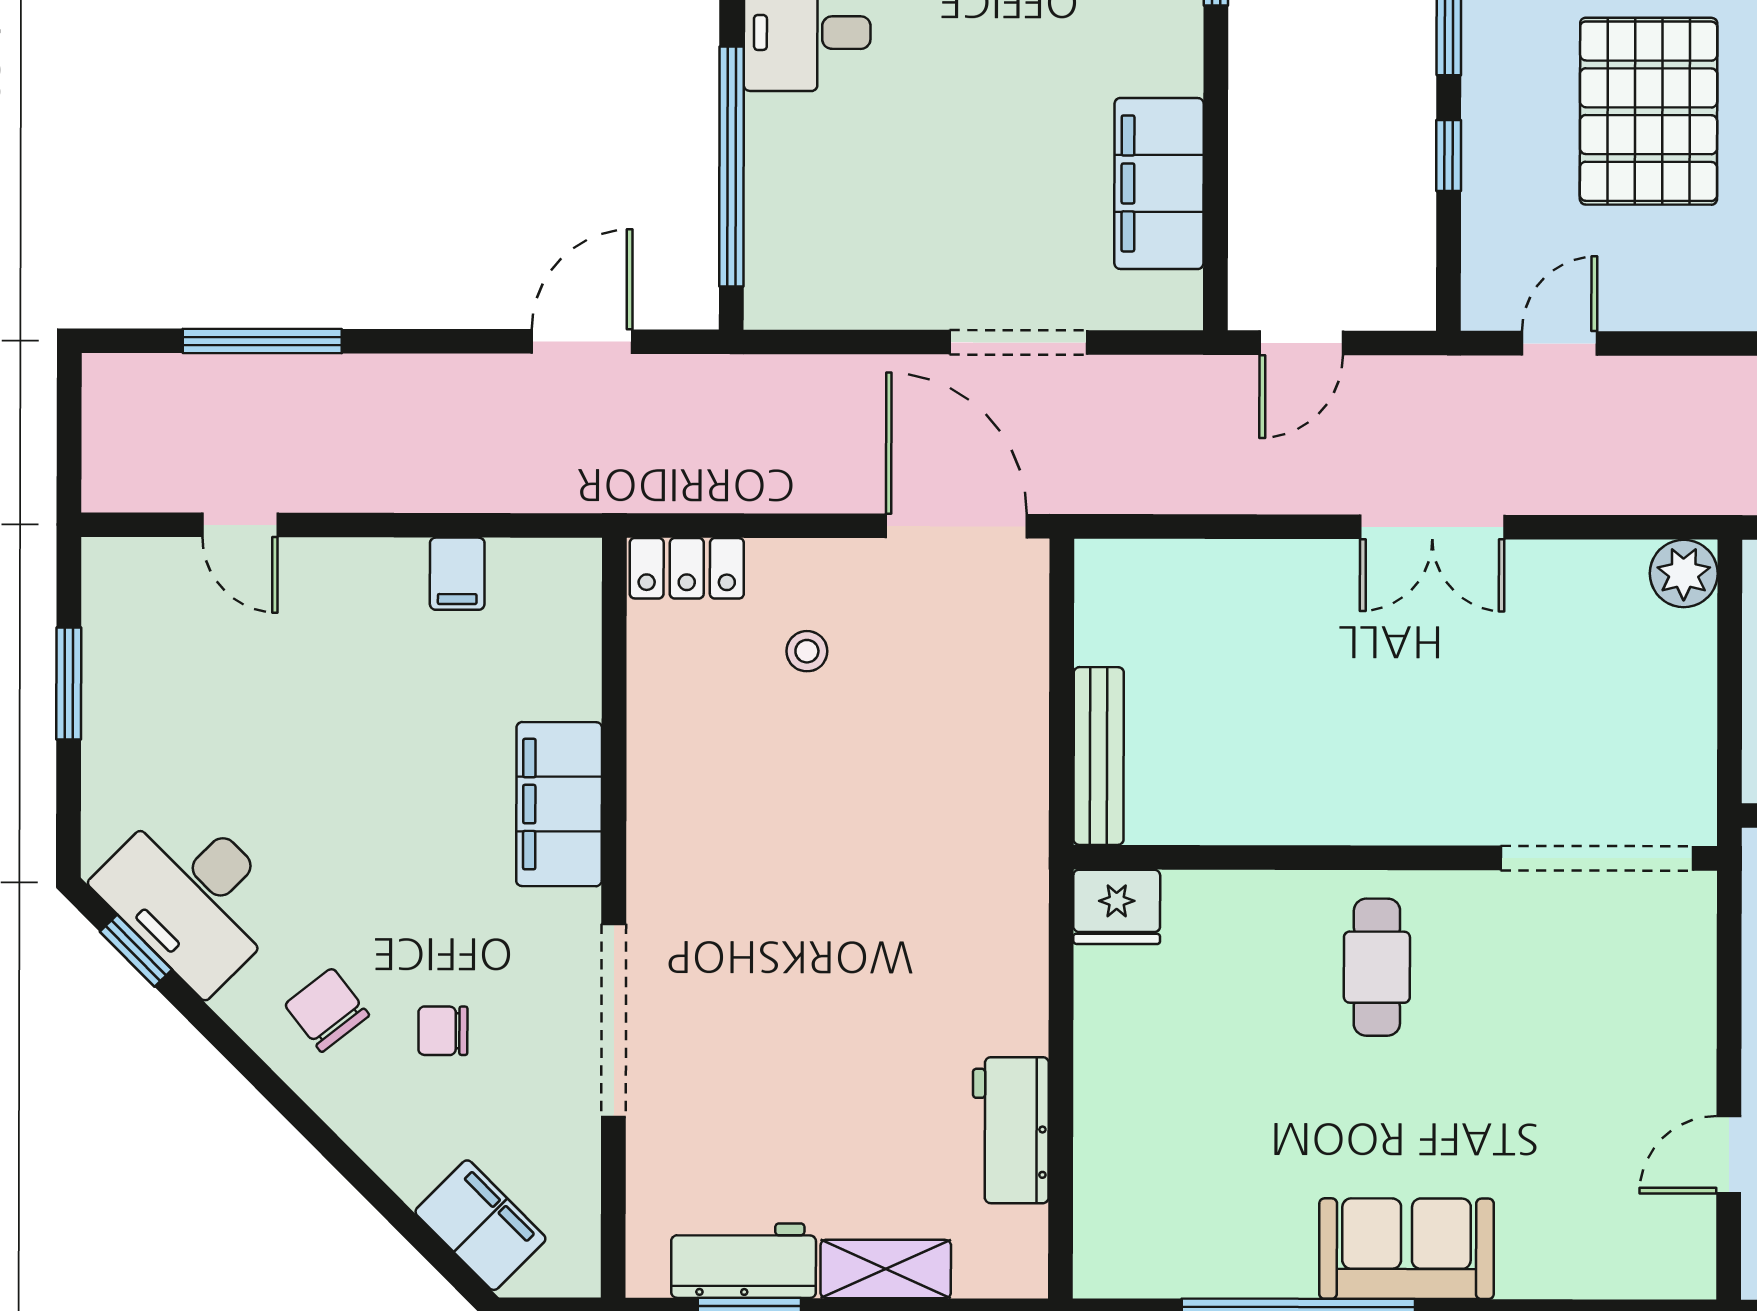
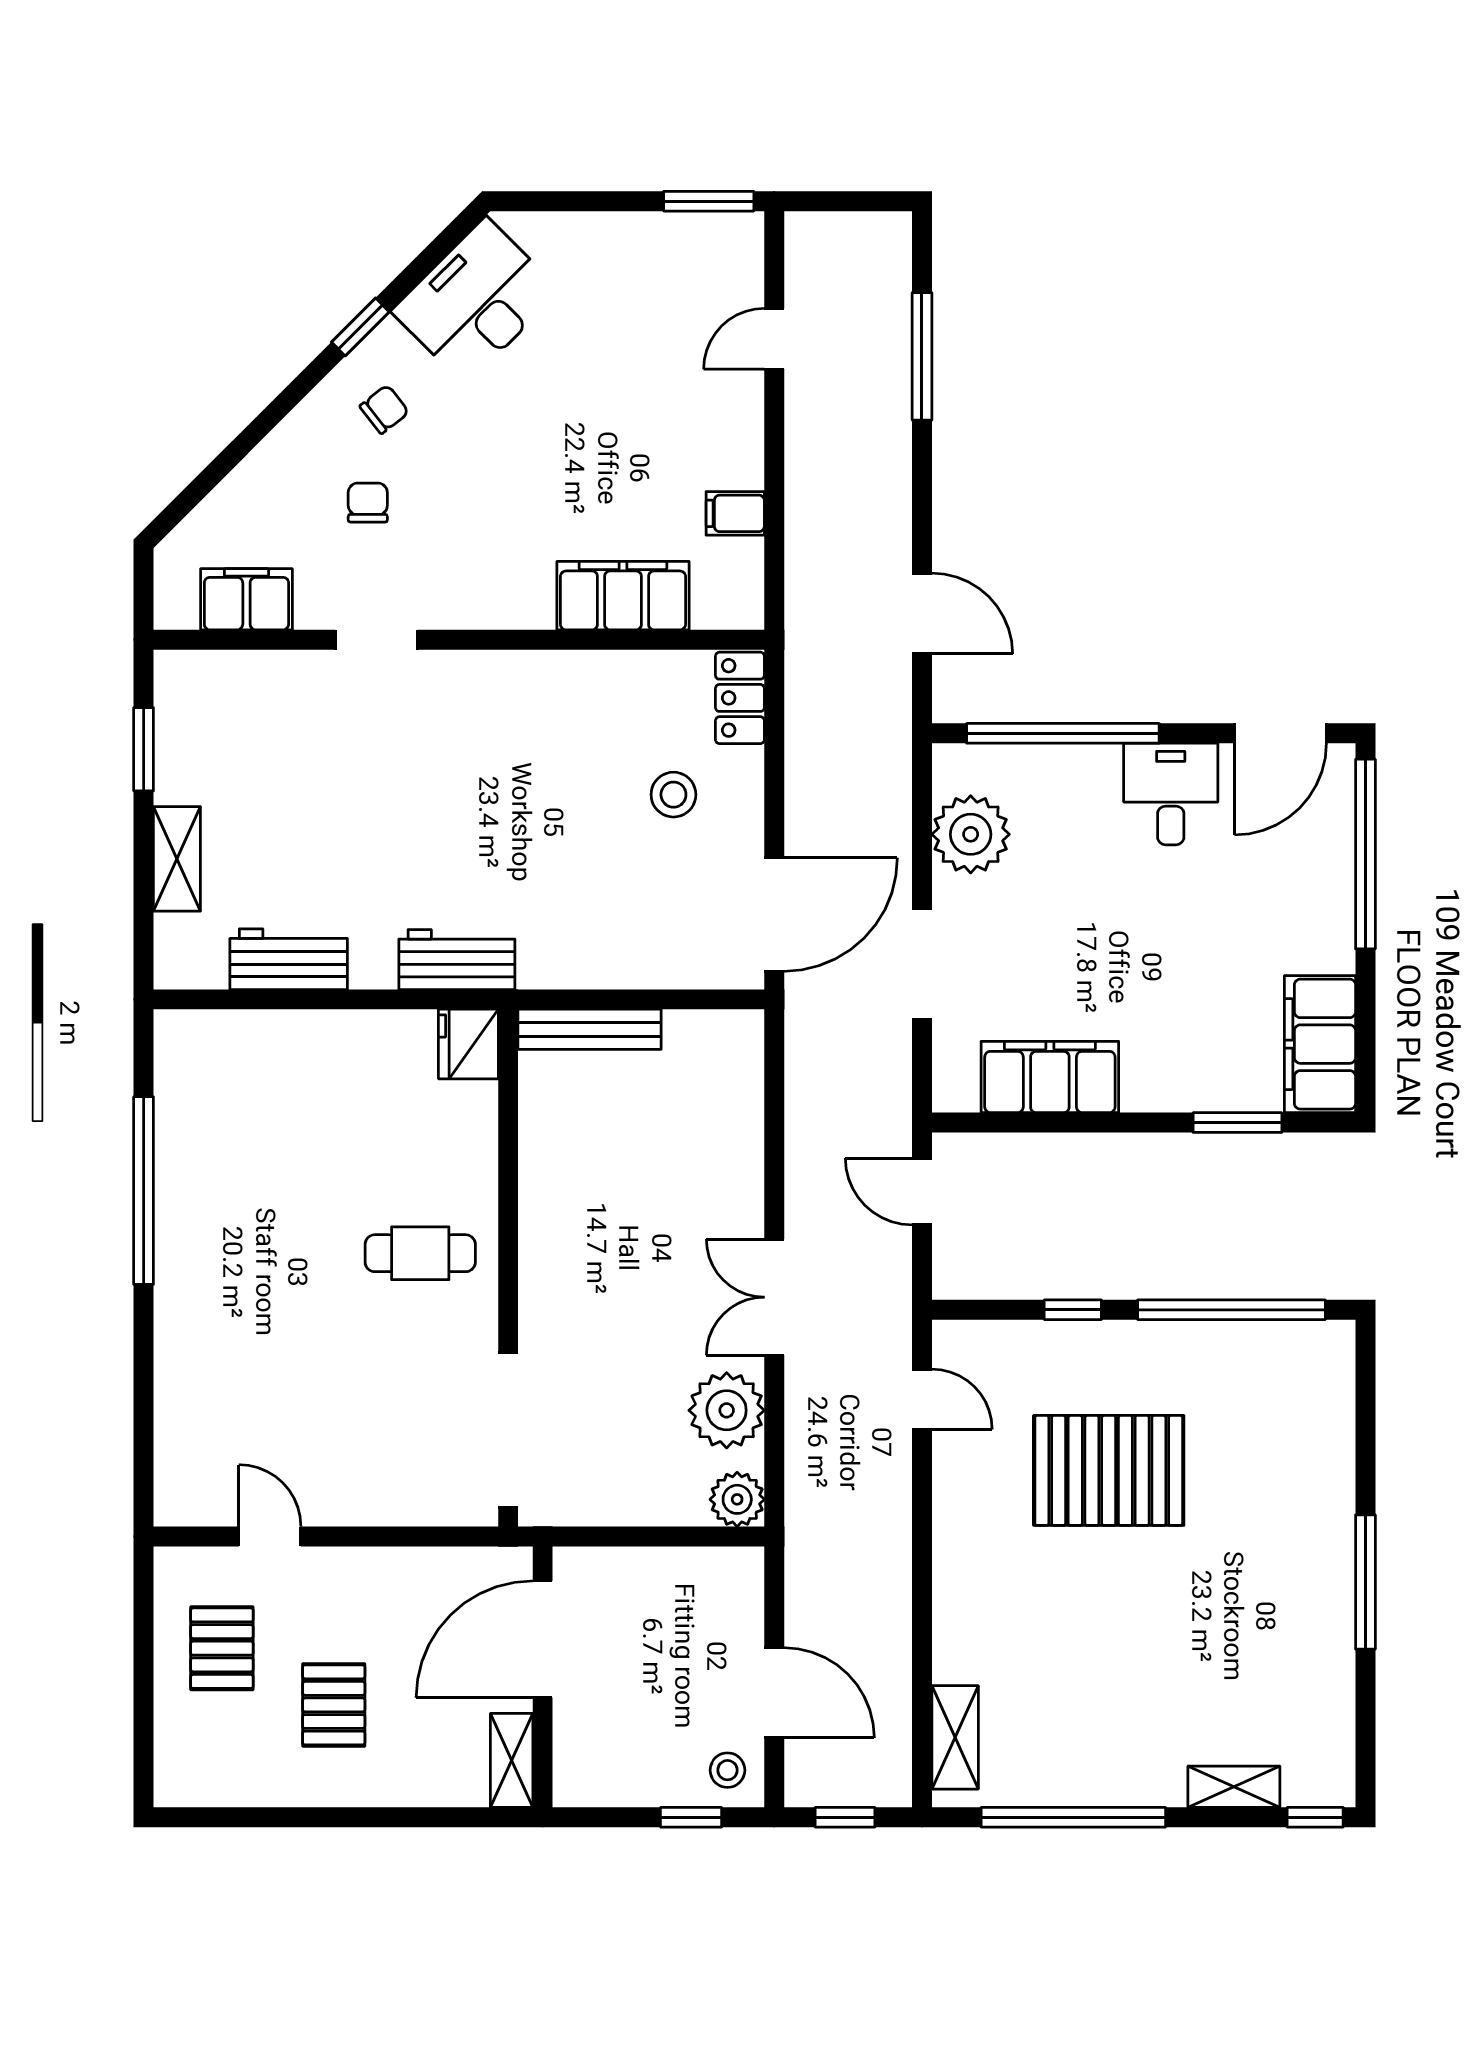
plant: (857, 282) -> (971, 834), added
plant: (1573, 586) -> (727, 1410), added
stool: (807, 651) -> (673, 795), width x1.37, depth x1.37
window: (69, 683) -> (709, 201), moved
filing cabinet: (559, 804) -> (623, 596), moved
window: (136, 951) -> (360, 327), moved
chair: (327, 1010) -> (384, 409), width x0.73, depth x0.73
doorway: (614, 1020) -> (376, 640), width x0.53
filing cabinet: (480, 1225) -> (246, 599), moved, turned -135
sofa: (1406, 1249) -> (194, 1277), removed
workbench: (744, 1261) -> (457, 960), moved, turned -90

